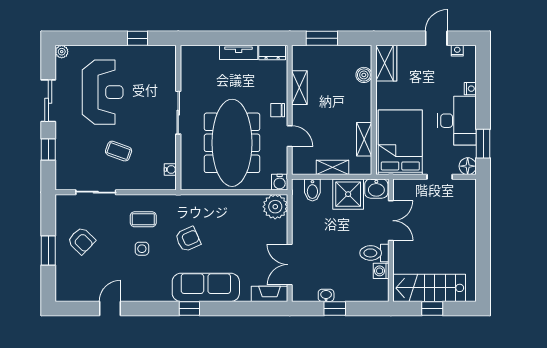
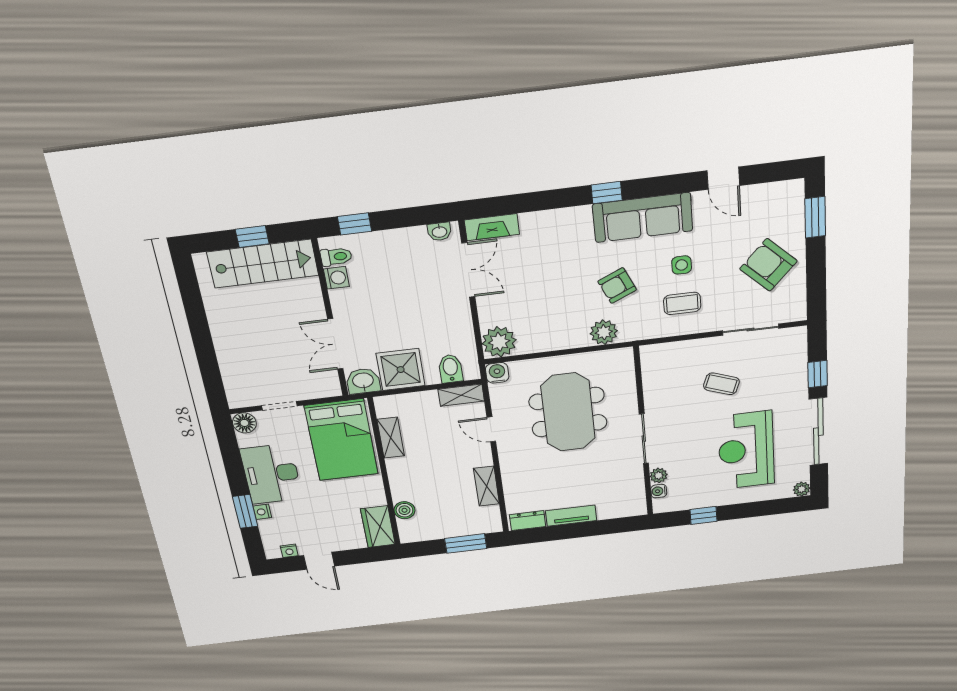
door: (436, 38) -> (319, 561), hinge flipped
plant: (169, 79) -> (659, 475), added
sliding door: (48, 101) -> (818, 432), width x1.37
chair: (278, 110) -> (512, 457), removed
meeting table: (232, 143) -> (568, 412), width x0.73
window: (483, 144) -> (245, 511), moved
shelving: (332, 167) -> (461, 395), moved
water cooler: (170, 169) -> (659, 491), moved
plant: (200, 204) -> (604, 332), added
armchair: (81, 241) -> (768, 265), width x1.38, depth x1.38
window: (48, 250) -> (815, 217), moved
toilet: (374, 253) -> (336, 257), moved, width x0.73, depth x0.72
sofa: (206, 287) -> (643, 217), moved
washbasin: (326, 295) -> (439, 232), moved
door: (110, 308) -> (723, 178), hinge flipped
window: (335, 308) -> (354, 224), moved

